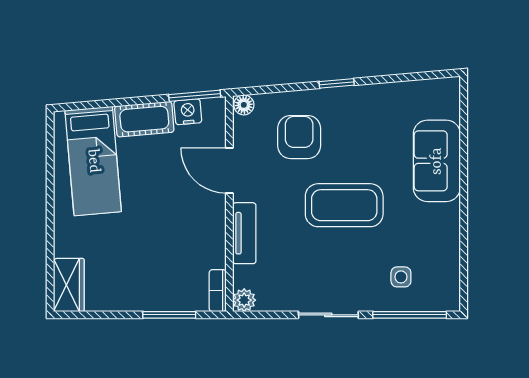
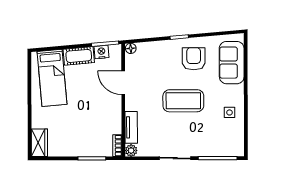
armchair: (299, 137) -> (194, 59), moved
sofa: (437, 161) -> (232, 63), moved
tv unit: (244, 233) -> (131, 127), moved
side table: (401, 277) -> (229, 112), moved

